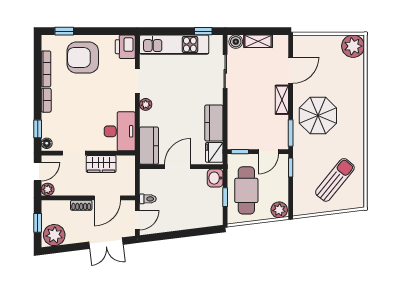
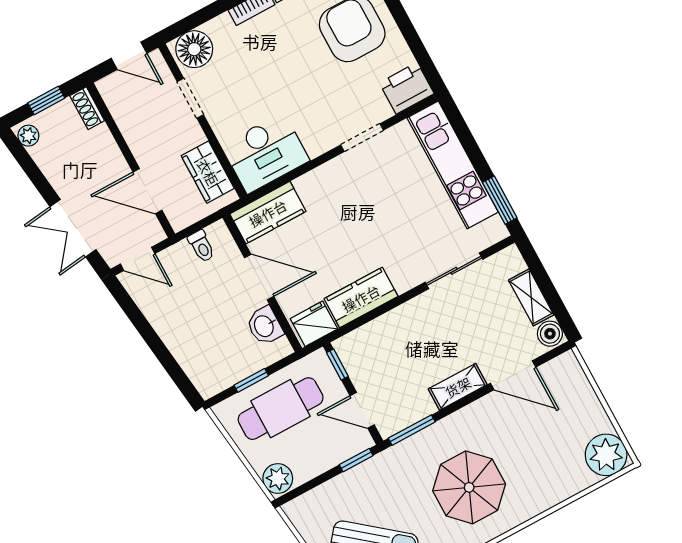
window: (203, 31) -> (500, 200), width x1.50
boiler: (236, 42) -> (550, 334), moved
plant: (146, 104) -> (331, 171), removed
parasol: (318, 116) -> (469, 487), moved
window: (38, 129) -> (198, 19), removed
floor lamp: (47, 143) -> (194, 49), width x1.89, depth x1.89
wardrobe: (101, 164) -> (208, 172), moved
washbasin: (215, 178) -> (265, 326), moved, turned -90
plant: (48, 189) -> (109, 87), removed
toilet: (148, 199) -> (201, 246), moved
shoe rack: (81, 205) -> (87, 108), moved
plant: (54, 235) -> (28, 136), width x0.53, depth x0.53

